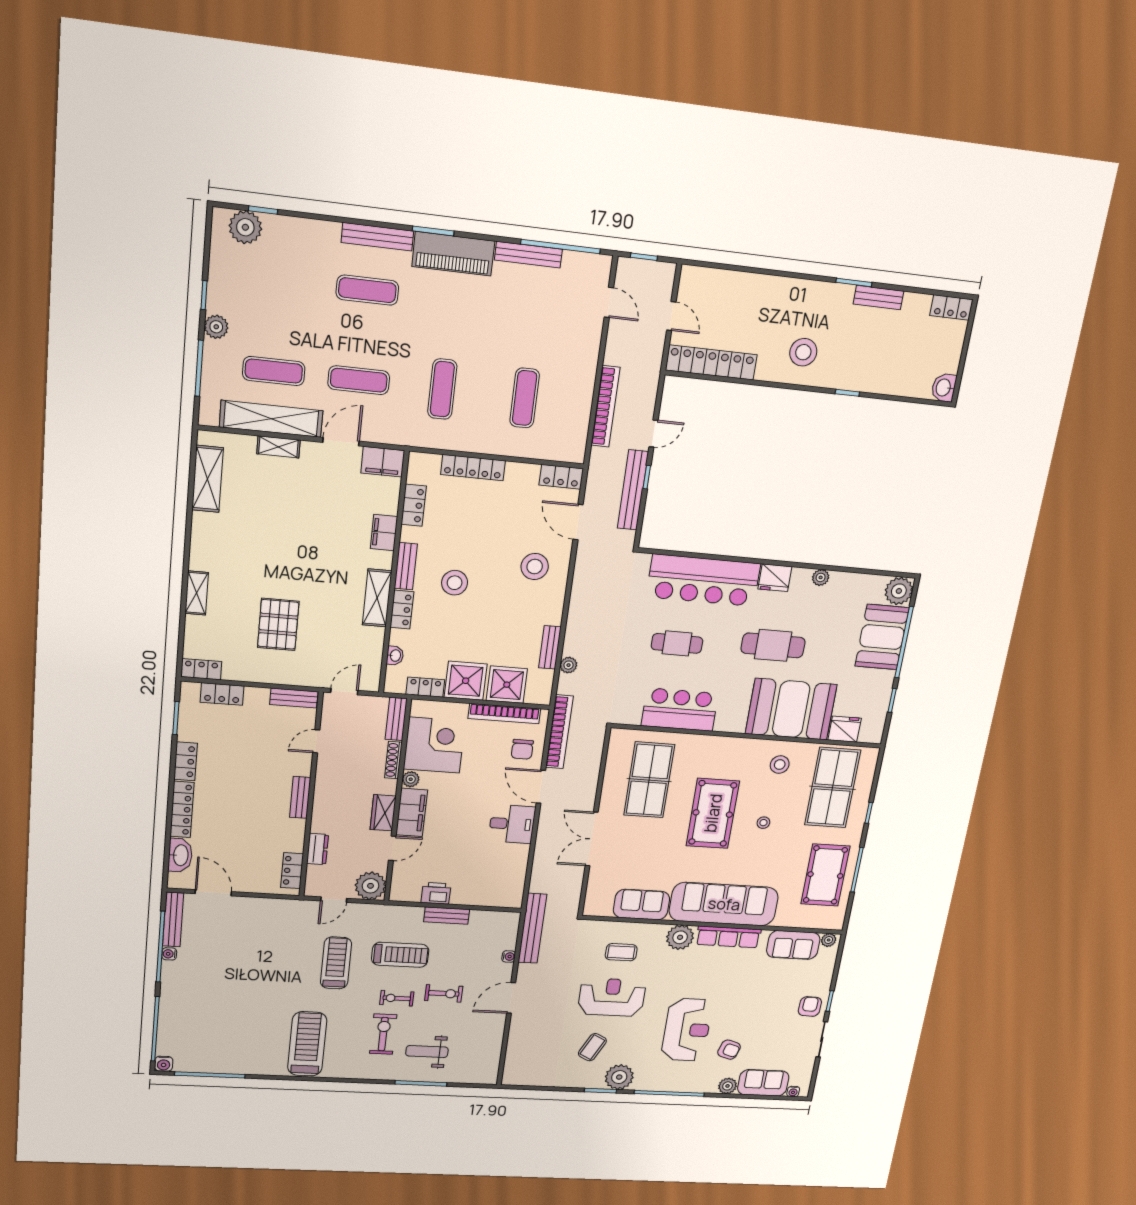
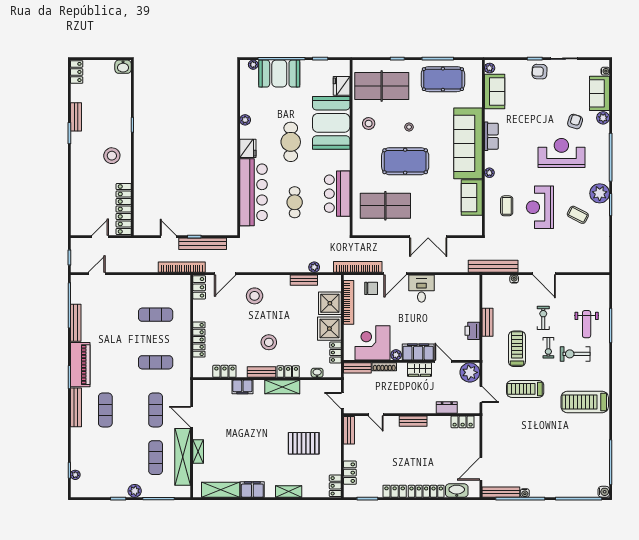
plant: (245, 227) -> (75, 475), width x0.53, depth x0.53
bookcase: (605, 406) -> (182, 267), moved
filing cabinet: (383, 462) -> (252, 489), moved, turned -90
plant: (899, 591) -> (253, 65), width x0.53, depth x0.53
plant: (680, 937) -> (489, 173), width x0.53, depth x0.53
row of seats: (728, 937) -> (491, 136), width x0.68

